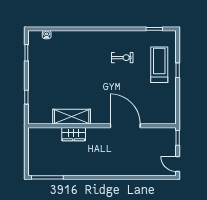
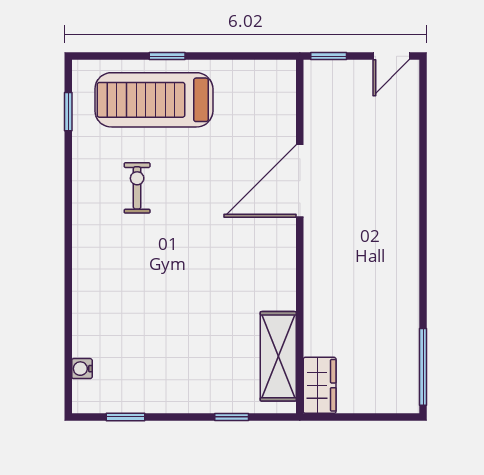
treadmill: (159, 65) -> (154, 100), width x1.37, depth x1.38
shelving: (72, 117) -> (278, 356), moved
wardrobe: (74, 134) -> (320, 385), moved

